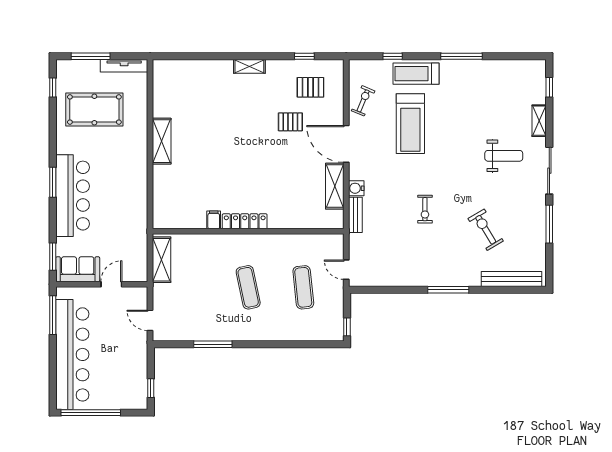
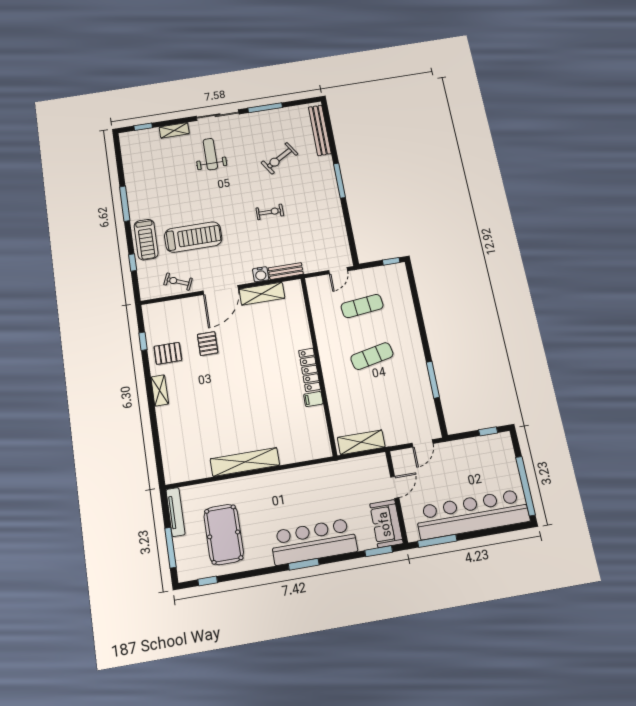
pallet: (310, 87) -> (168, 353), moved, turned 90
shelving: (162, 141) -> (245, 462), width x1.47
door: (111, 284) -> (395, 487), swing flipped

